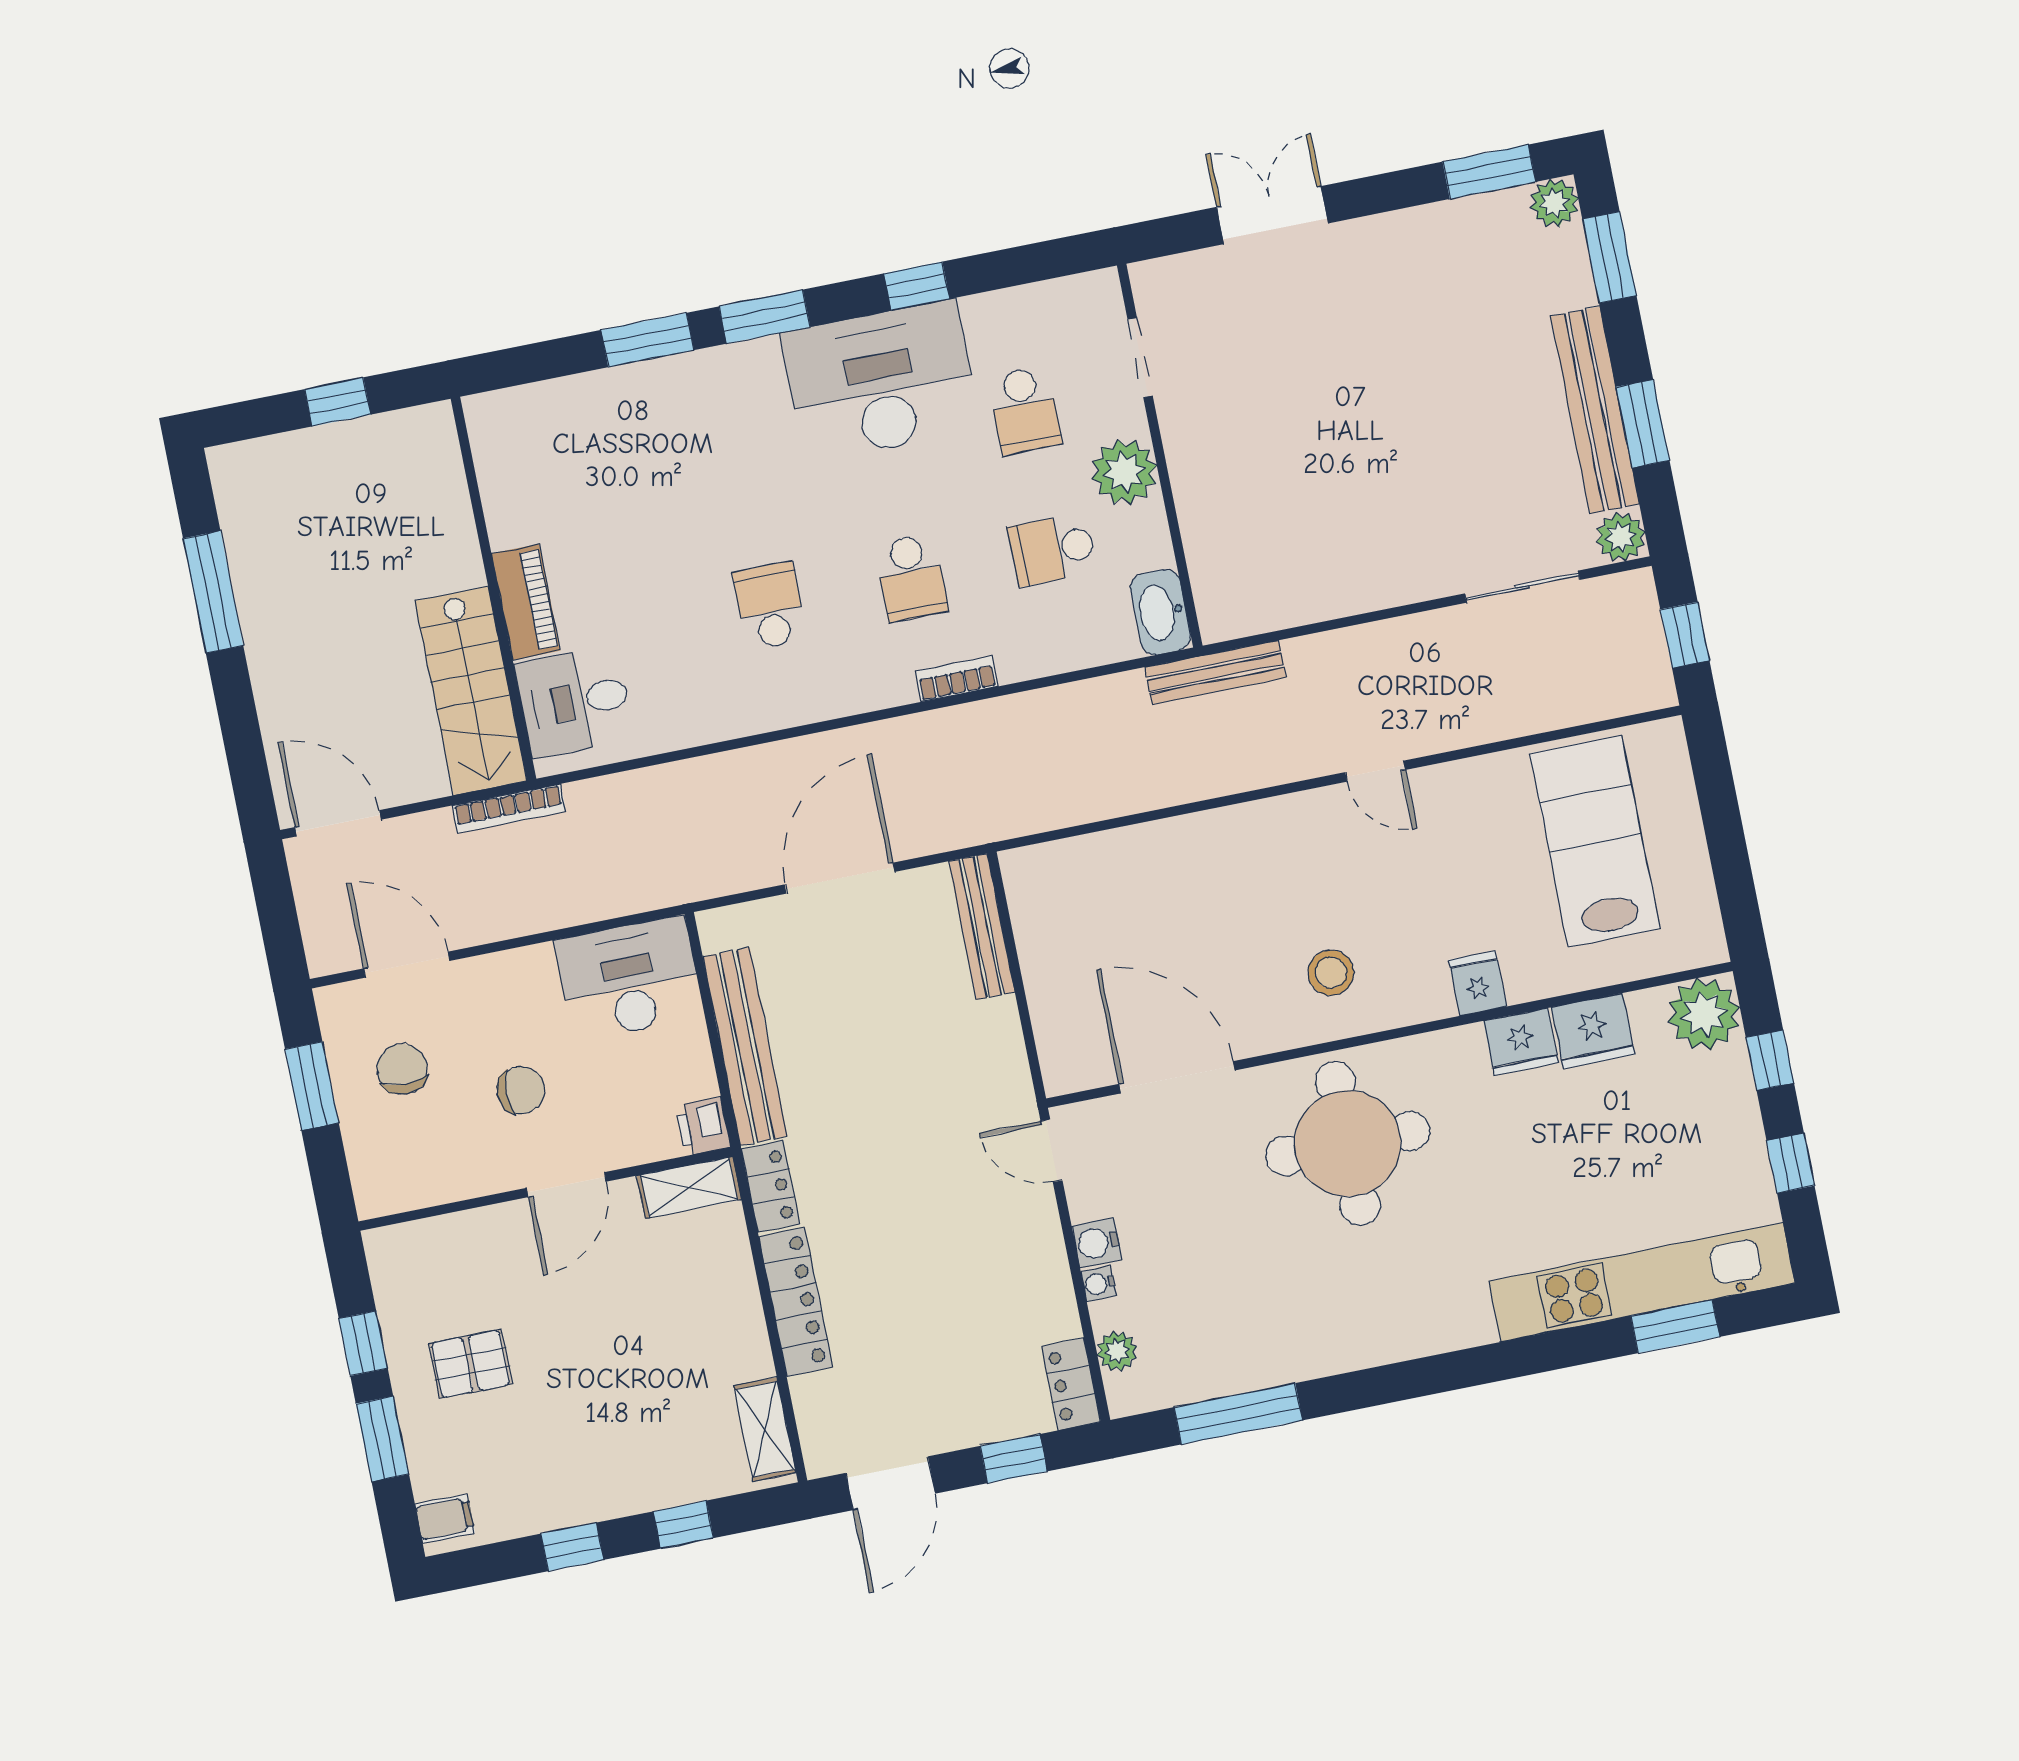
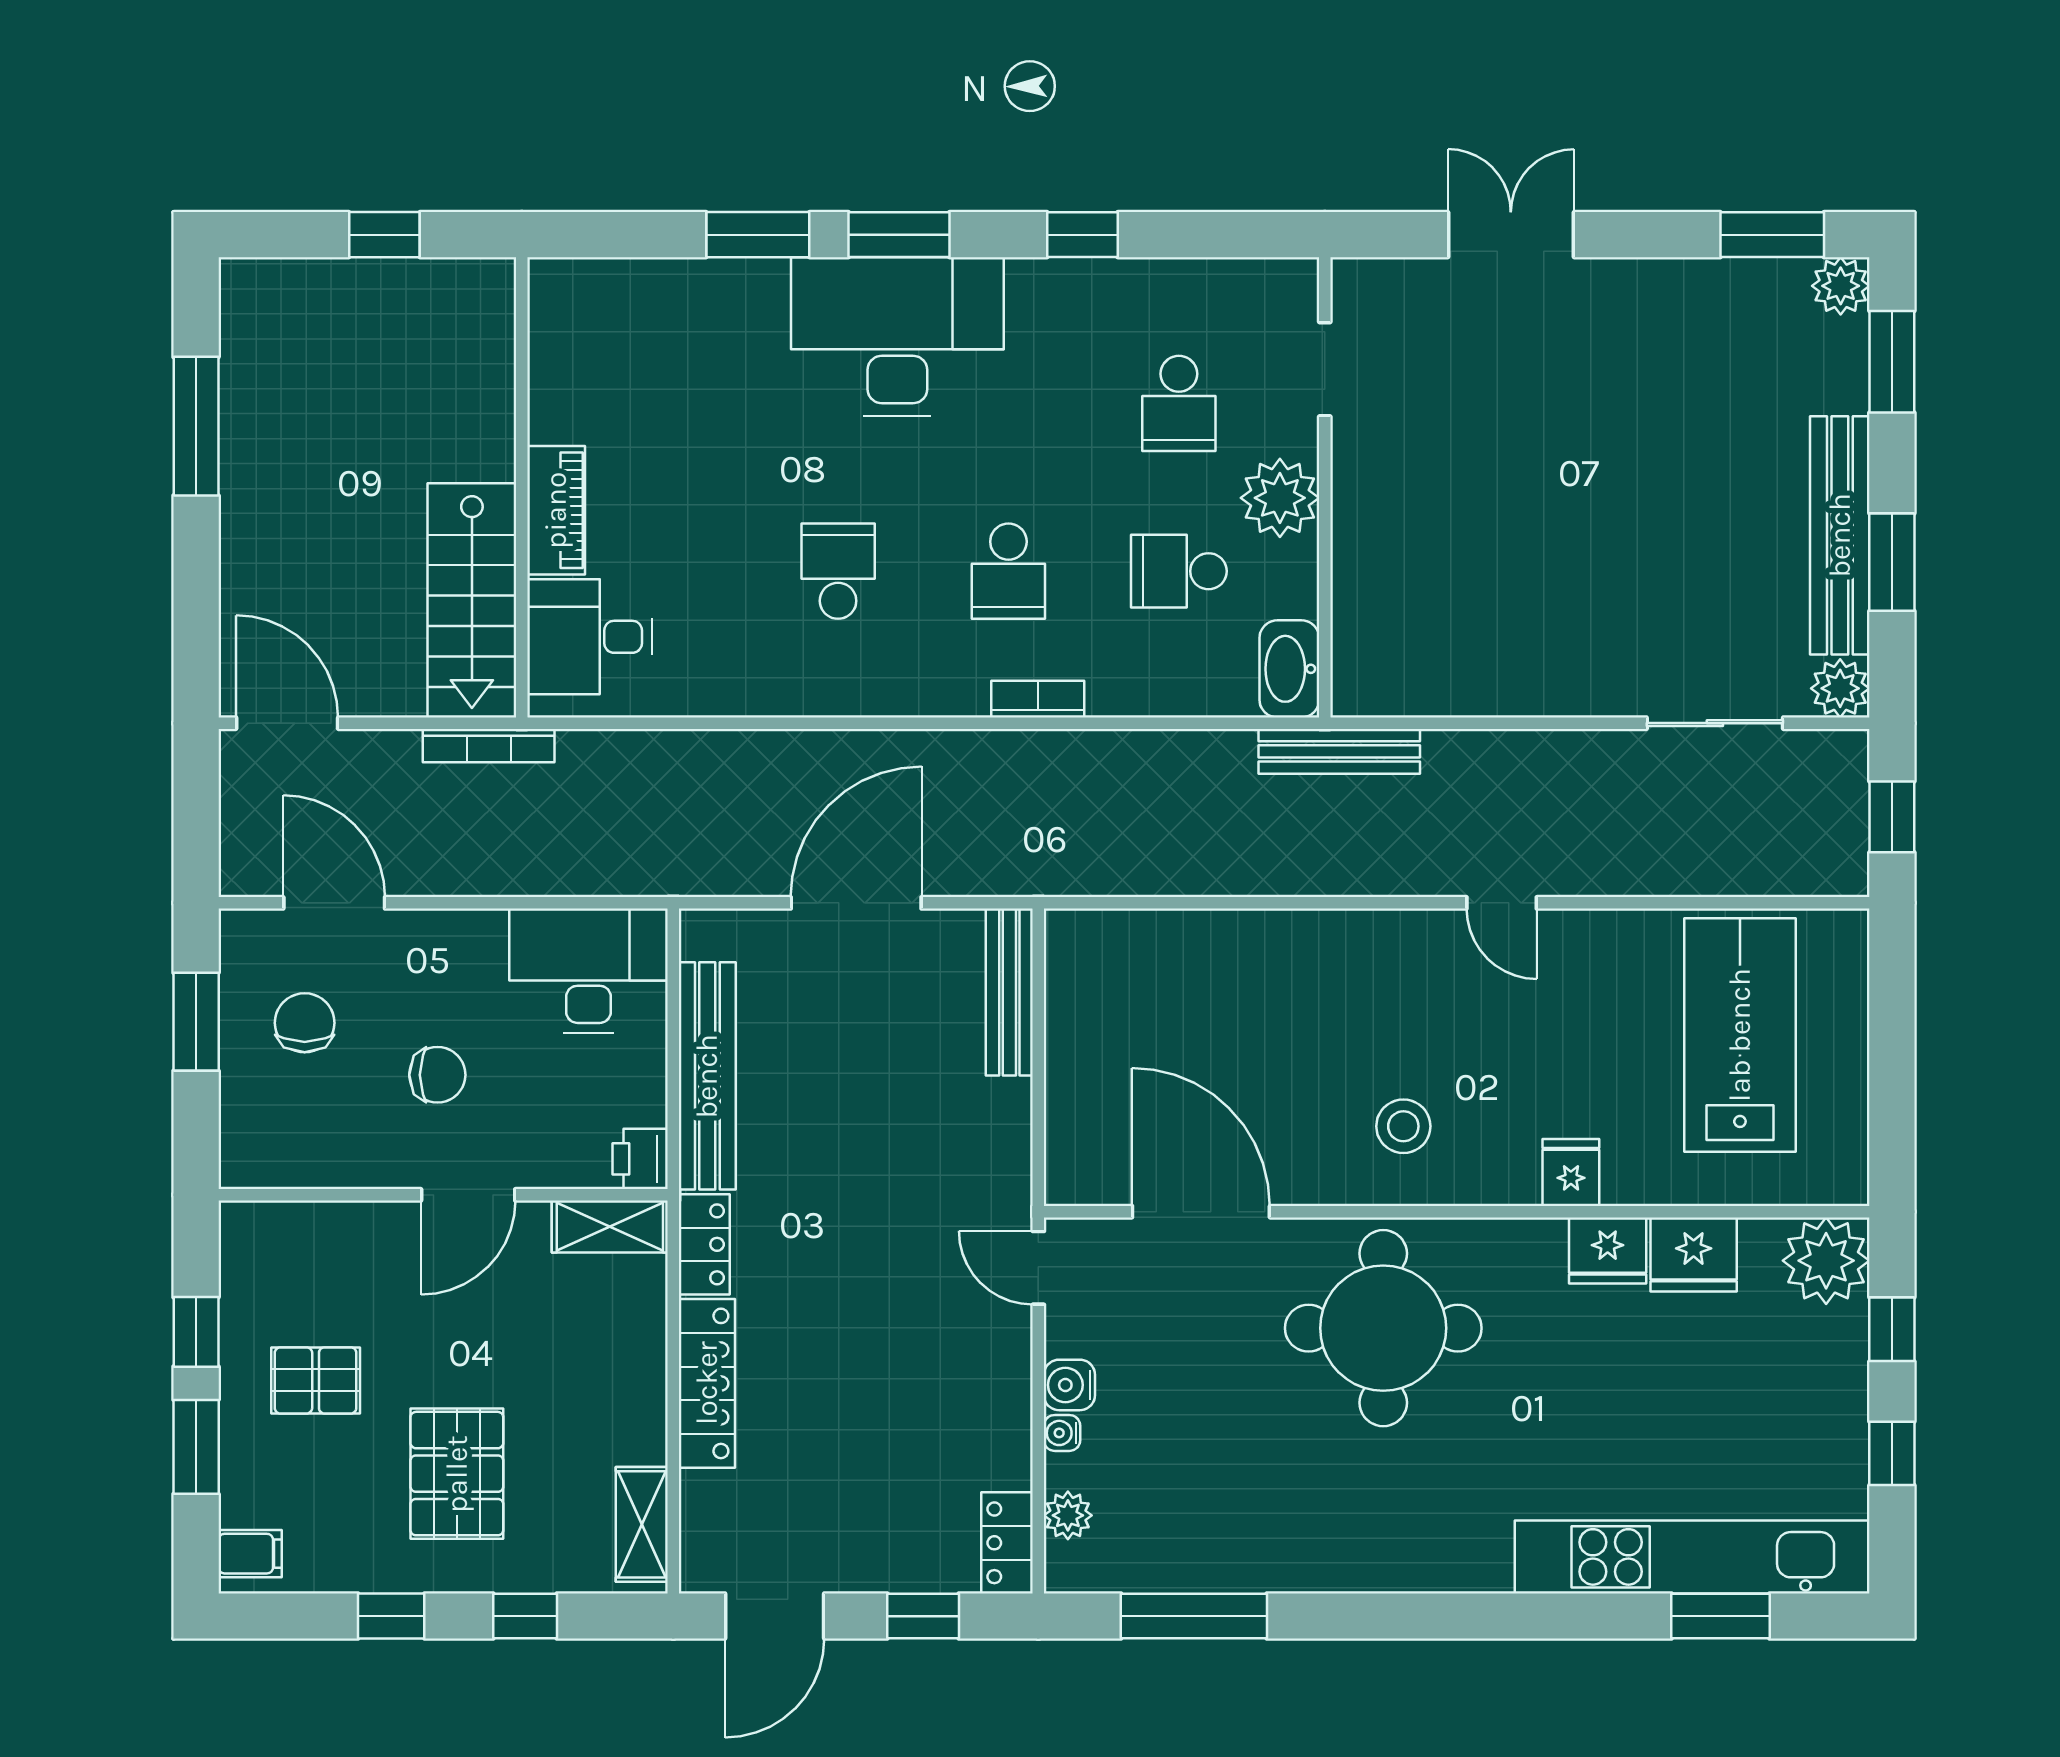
desk: (881, 381) -> (897, 337), moved
pallet: (603, 1418) -> (457, 1474), added

